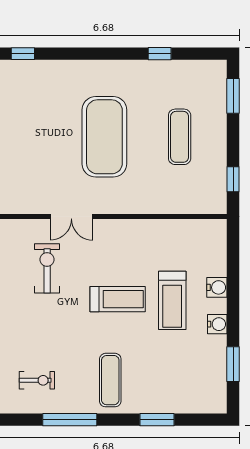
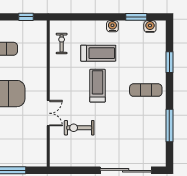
water cooler: (217, 287) -> (150, 26), moved
exercise bike: (37, 380) -> (62, 43), moved
window: (70, 420) -> (169, 126), moved

